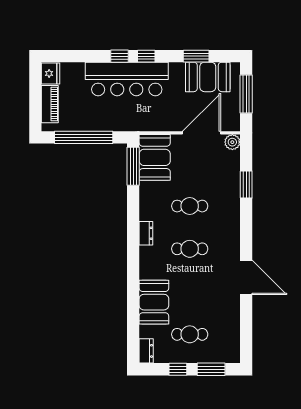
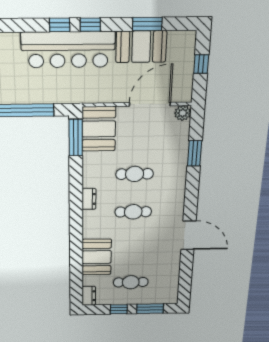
booth: (208, 77) -> (141, 47), moved
window: (246, 94) -> (201, 64), width x0.46

